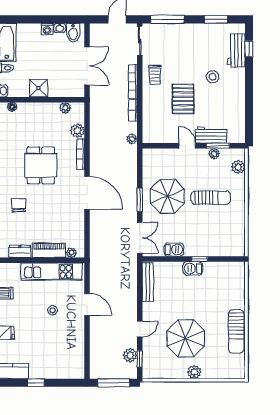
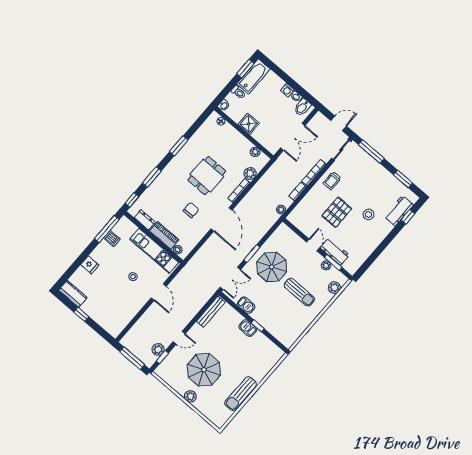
chair: (19, 205) -> (191, 210), moved

